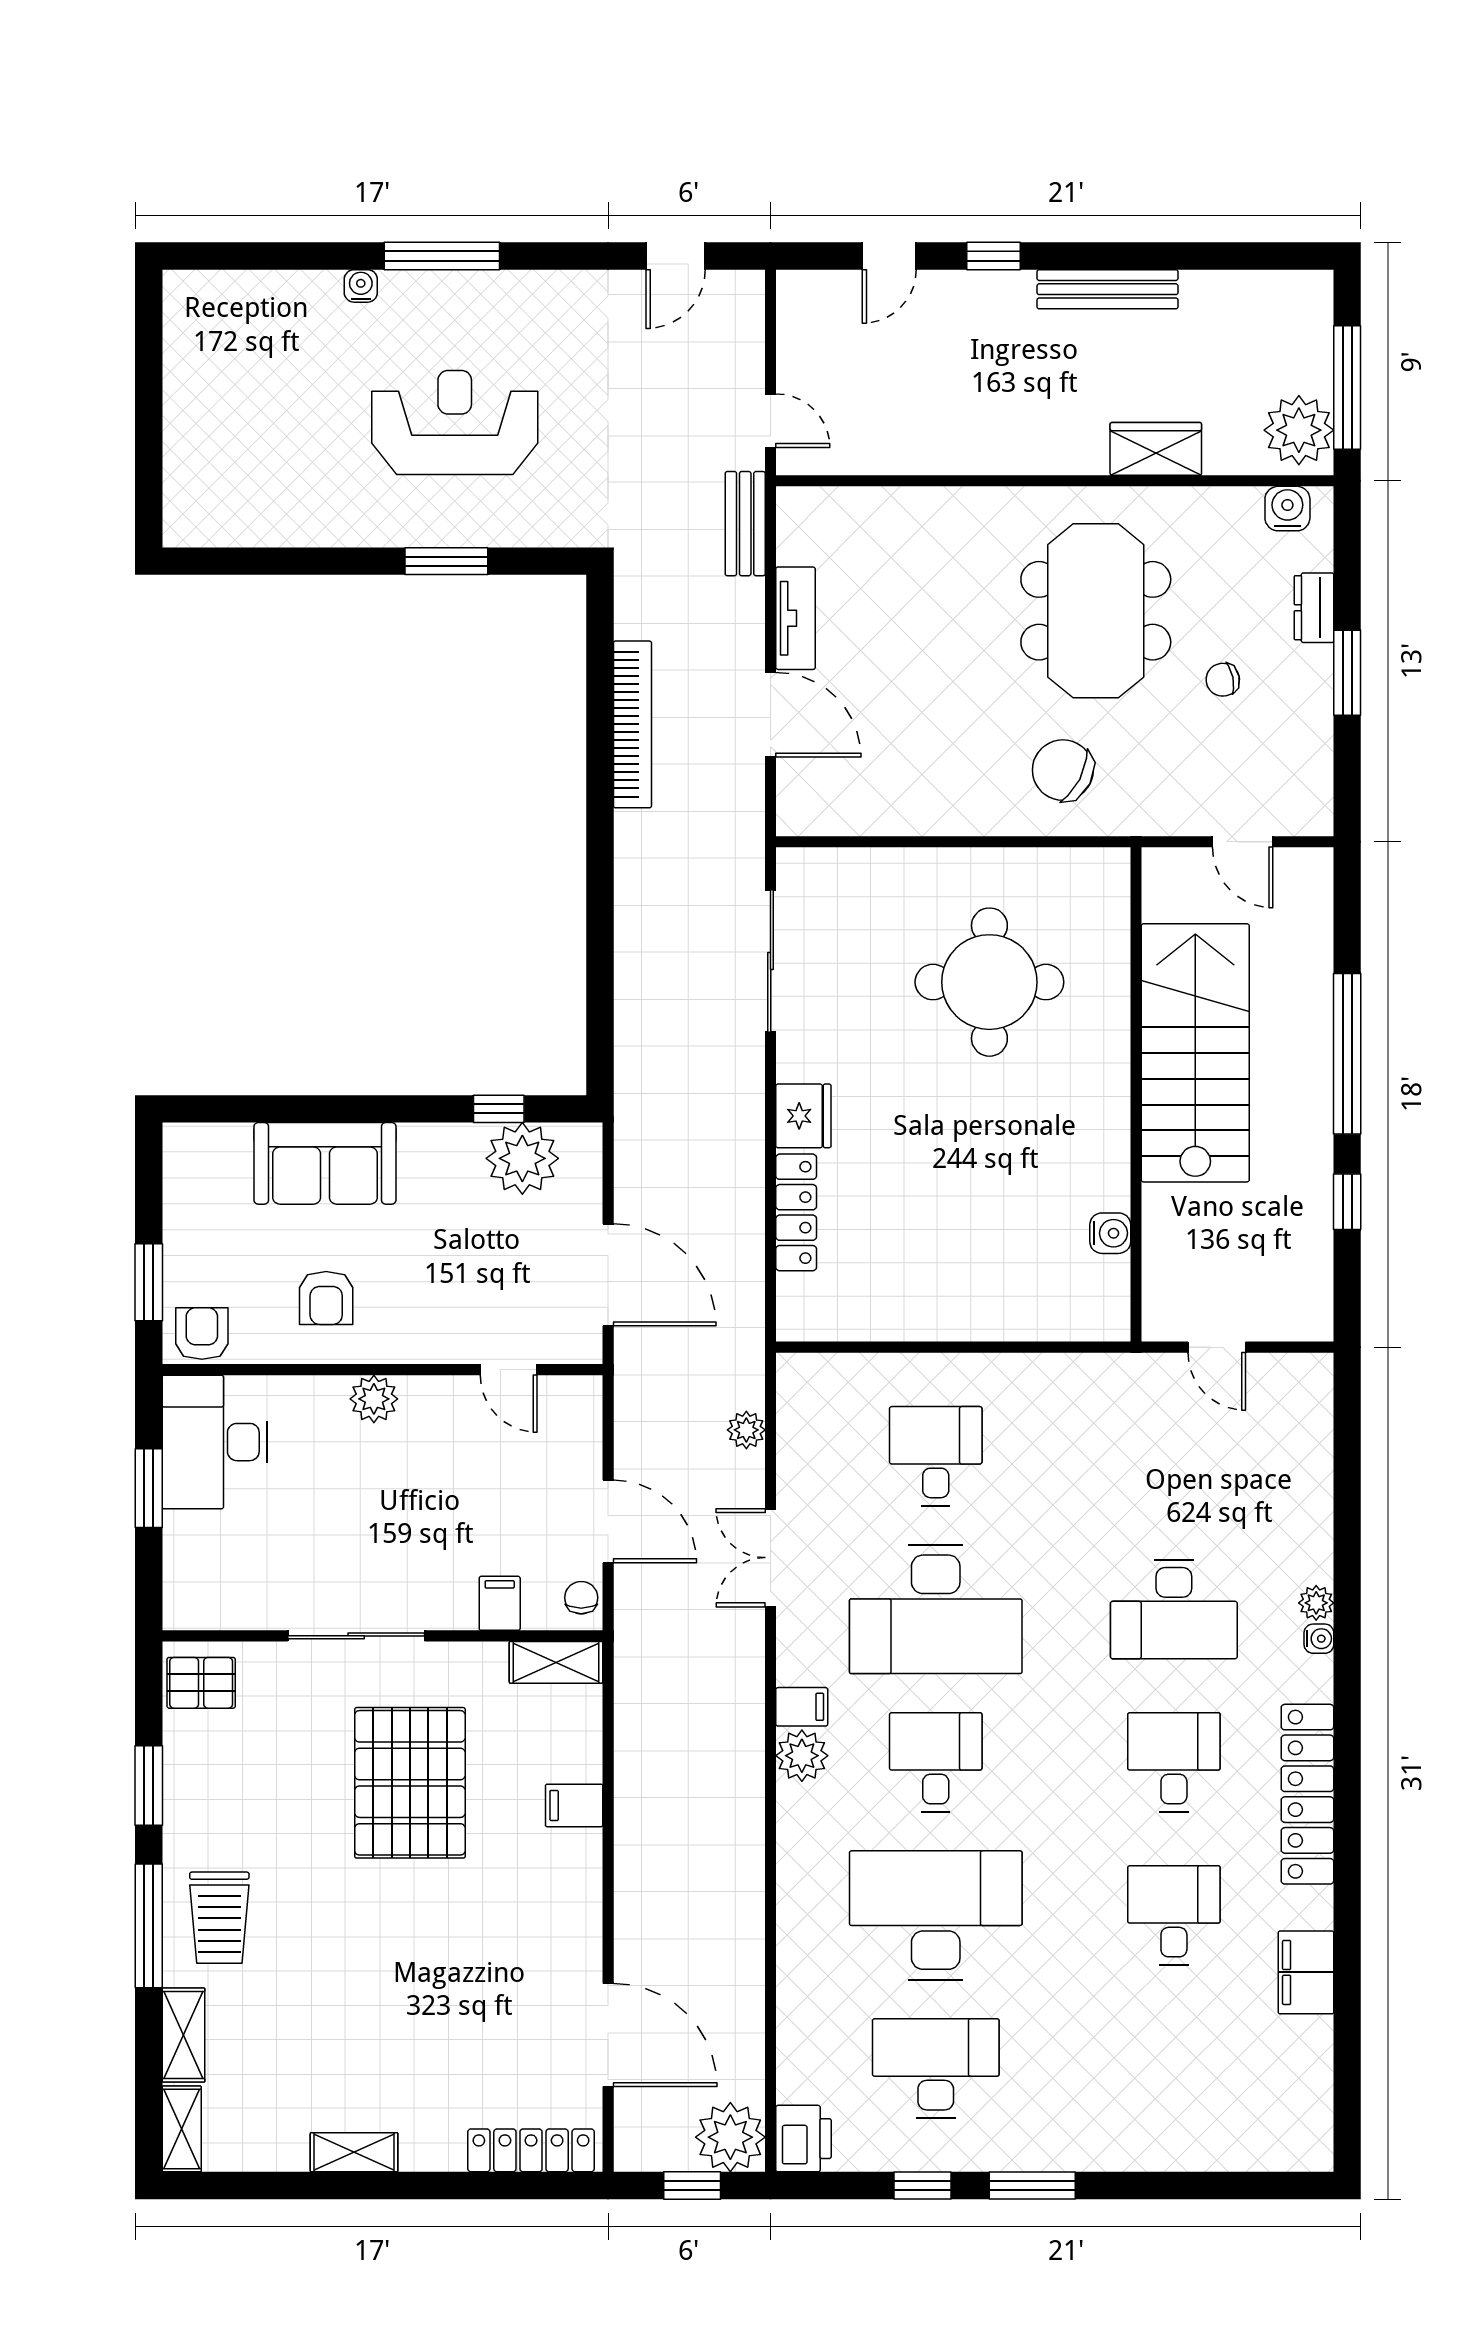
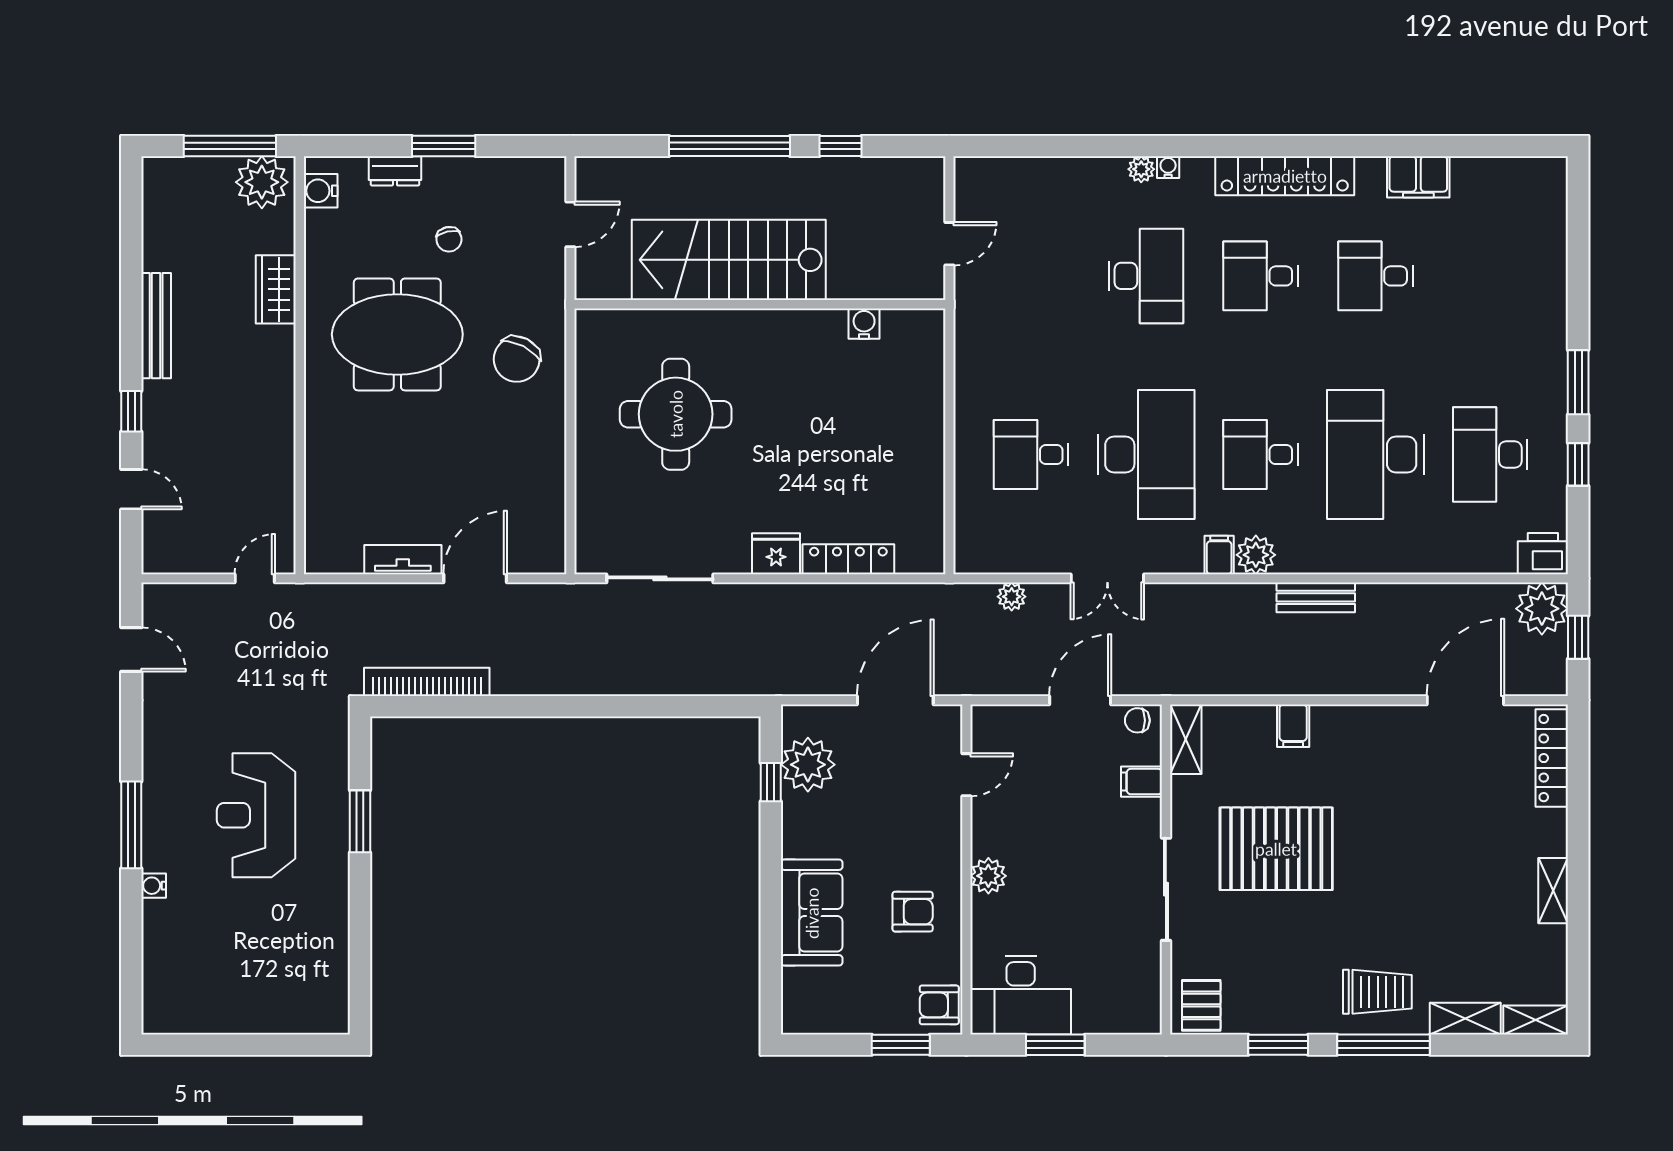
bench: (745, 524) -> (1316, 597), moved
bookcase: (632, 724) -> (427, 682), moved

